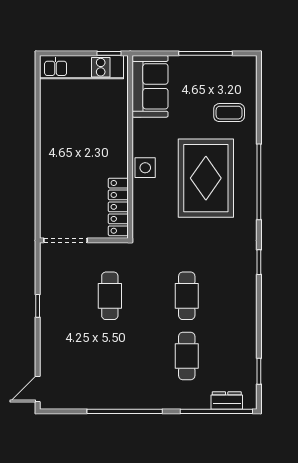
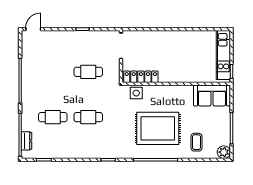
plant: (246, 66) -> (224, 152), added
side table: (145, 168) -> (136, 93), moved
door: (38, 389) -> (33, 29), hinge flipped

